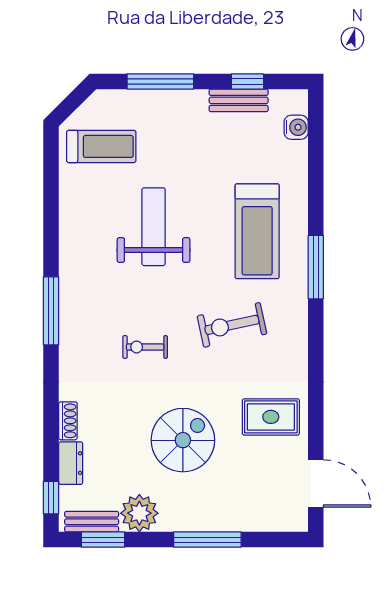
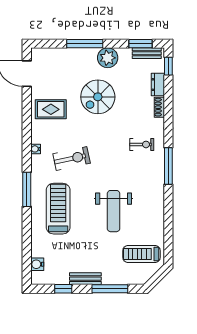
bench: (239, 100) -> (85, 279), moved
water cooler: (299, 343) -> (36, 149), added
exercise bike: (145, 347) -> (142, 144), moved
plant: (139, 513) -> (108, 58), moved

